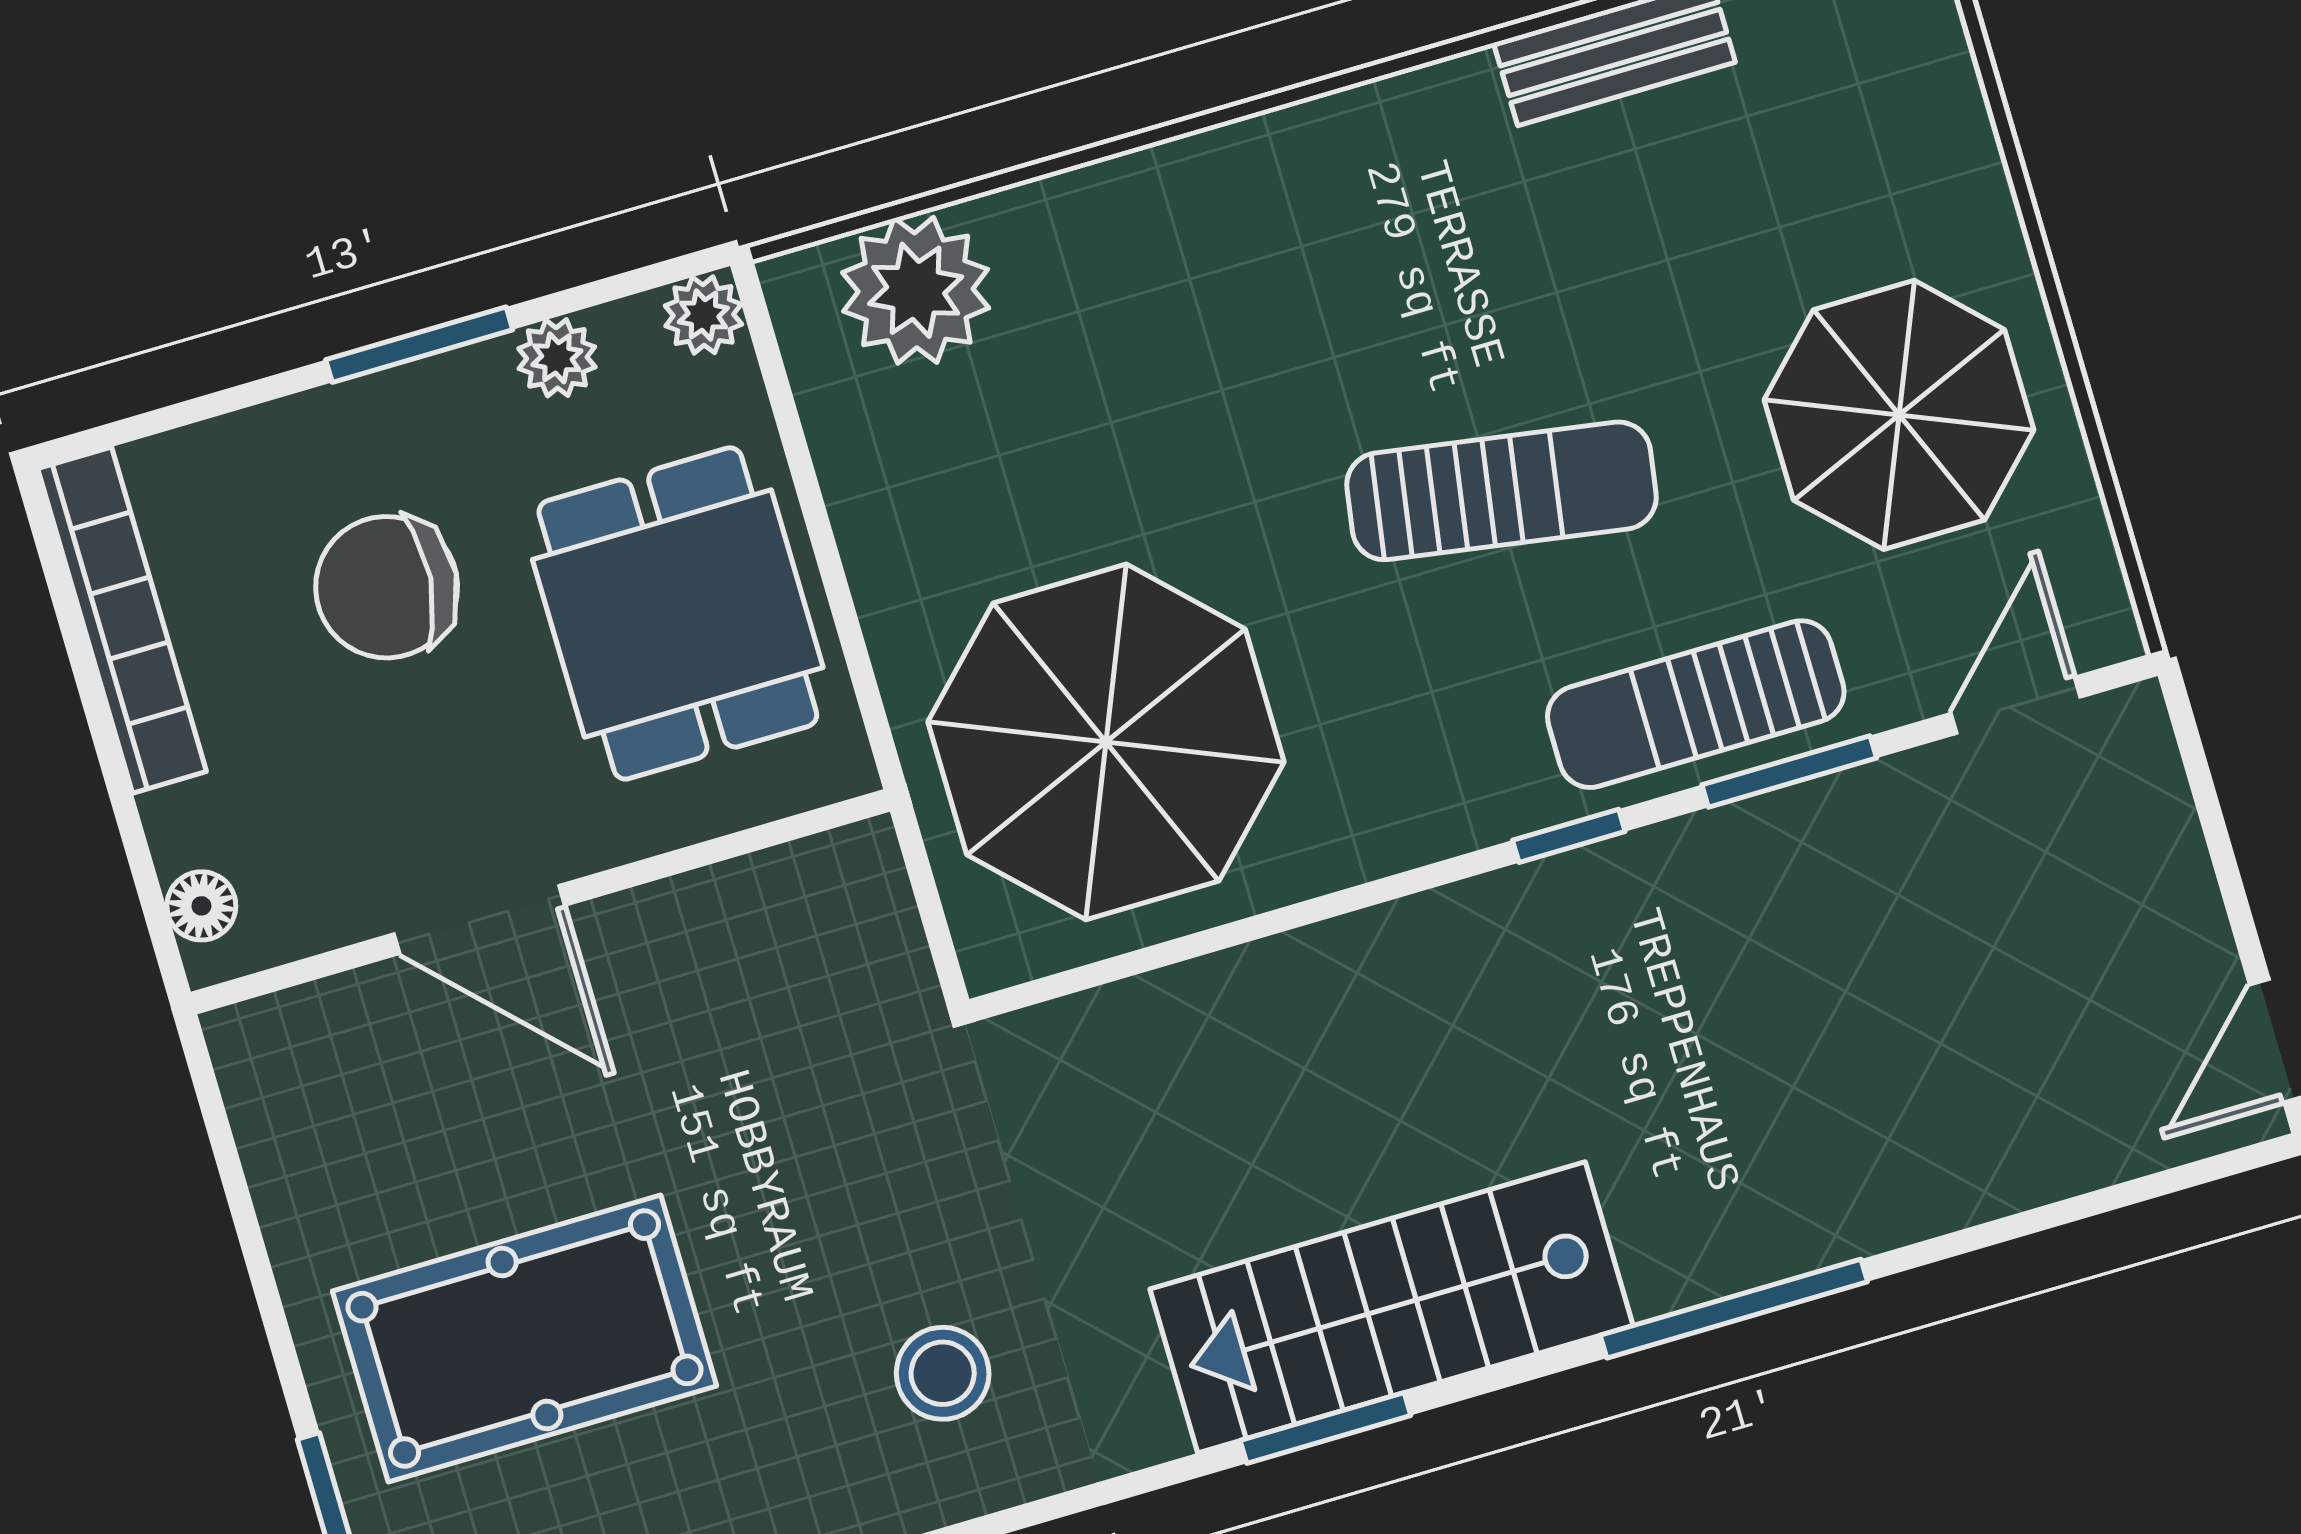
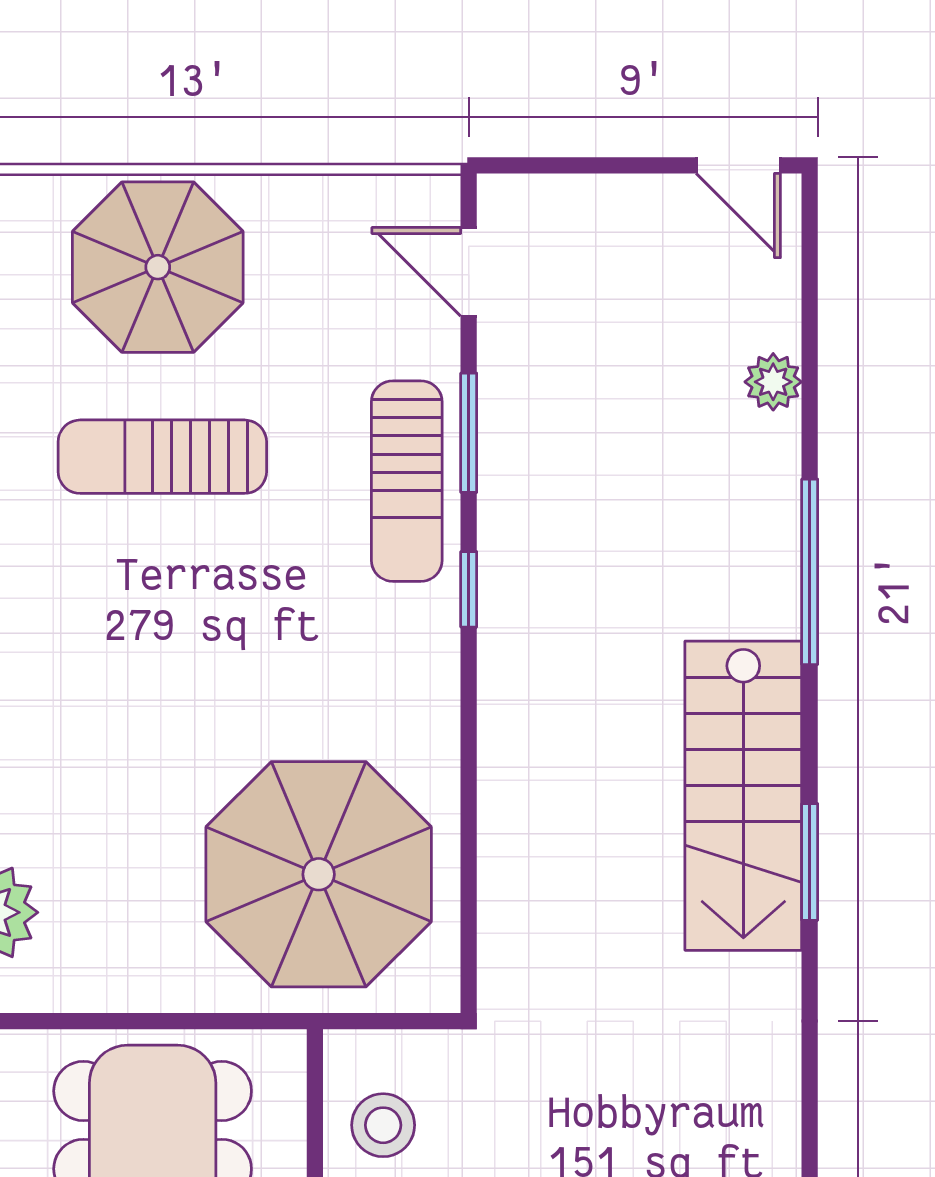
parasol: (1899, 415) -> (158, 267), moved
sun lounger: (1502, 491) -> (162, 457), moved, turned -99
plant: (1986, 1179) -> (773, 382), added
stool: (943, 1373) -> (383, 1125), moved

